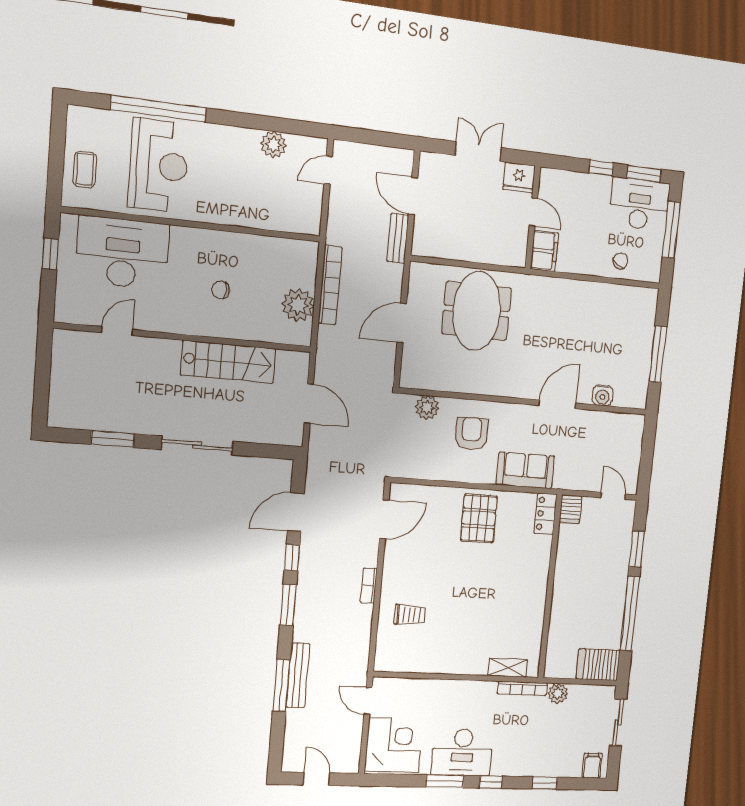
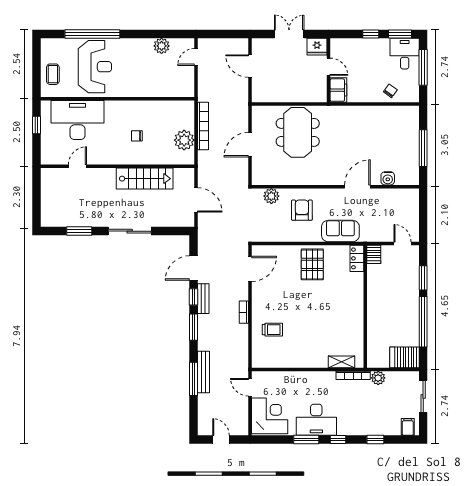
desk: (639, 204) -> (405, 54), width x0.73
bench: (398, 238) -> (203, 299), moved

